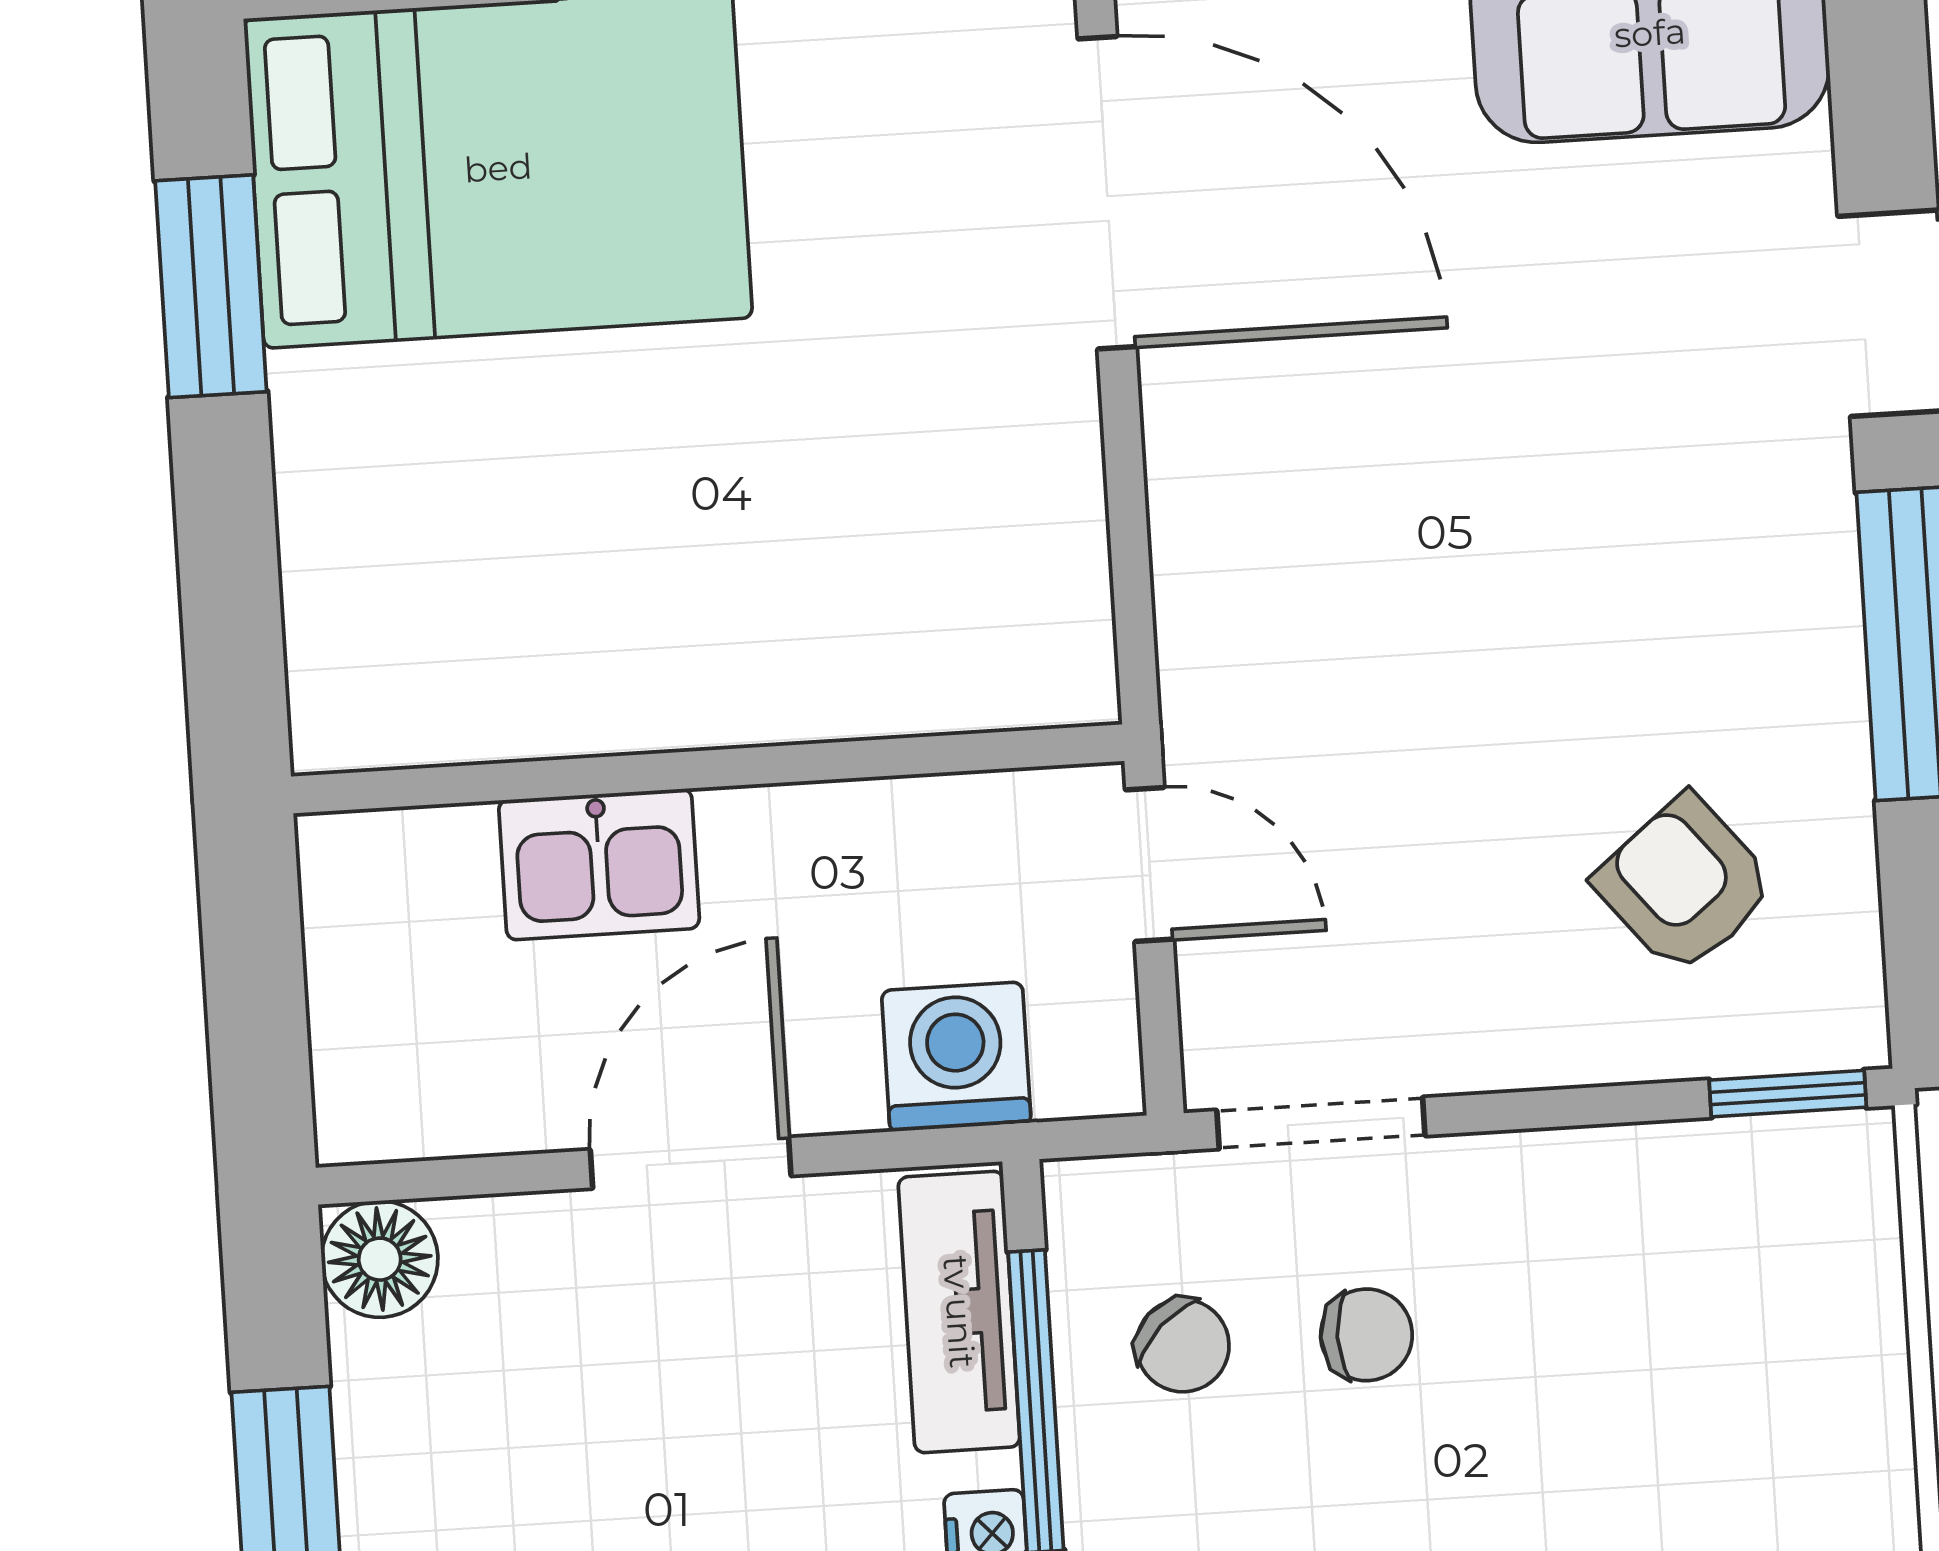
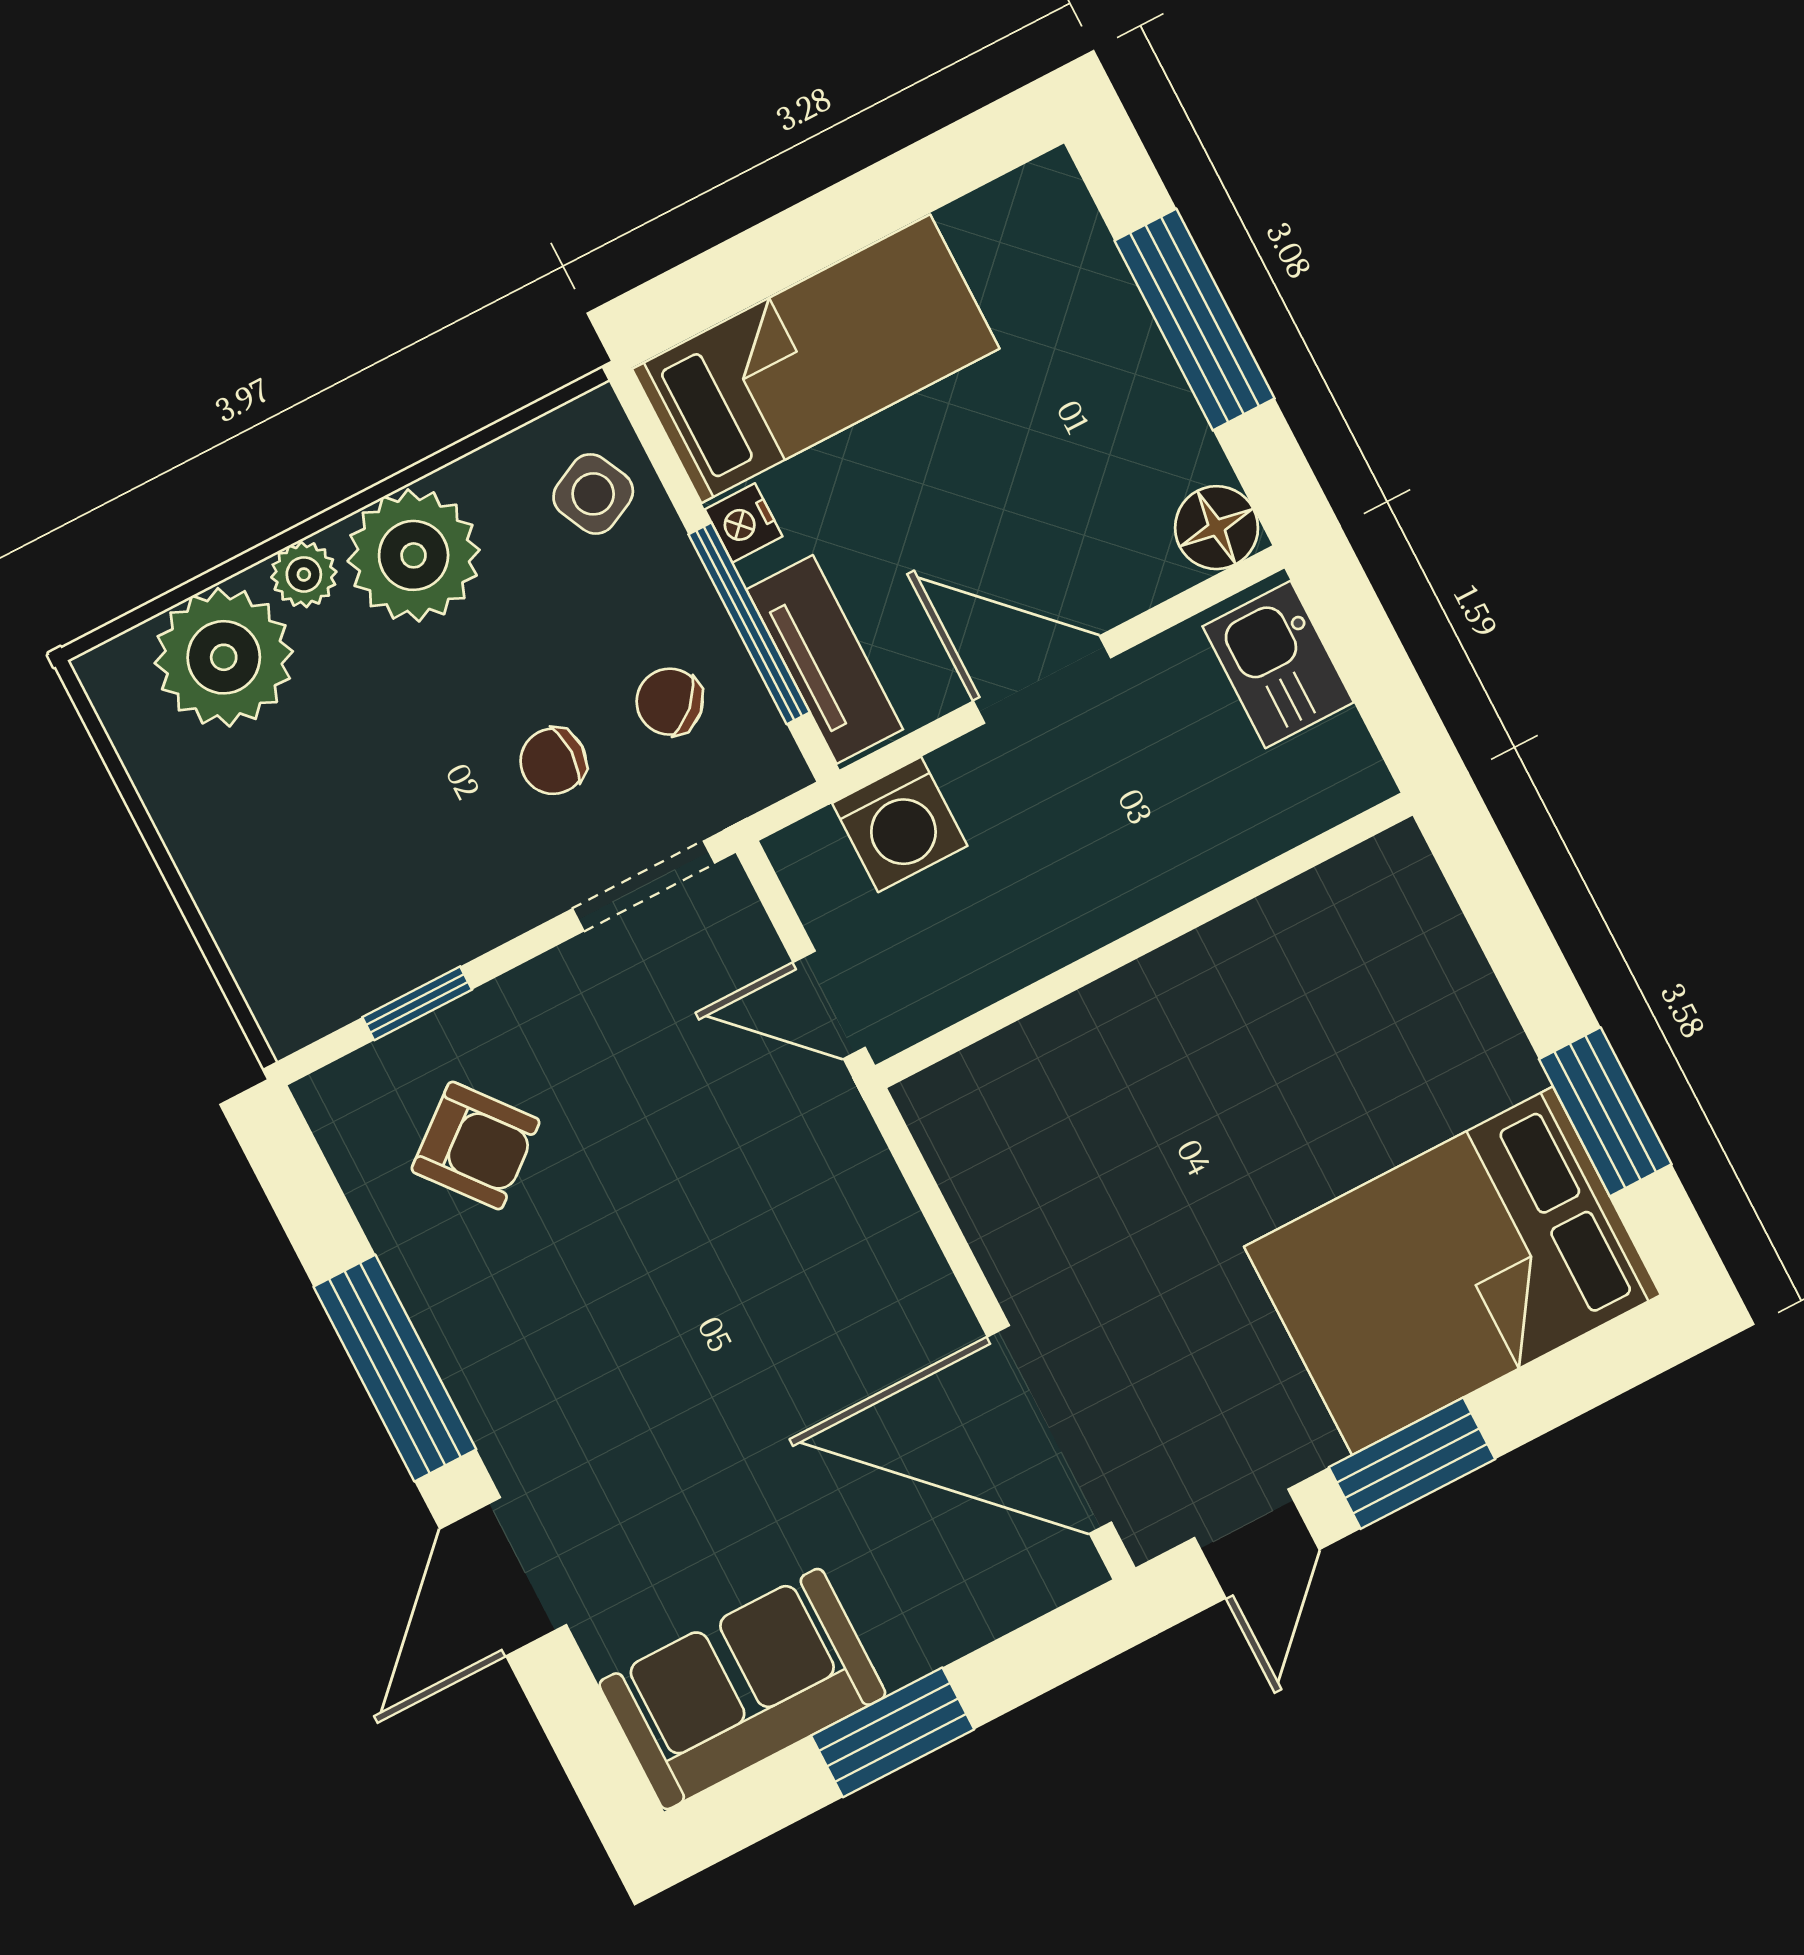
kitchen sink: (599, 864) -> (1278, 664), moved, turned -90
window: (1788, 1094) -> (417, 1003), moved
door: (691, 1163) -> (1042, 679), swing flipped

